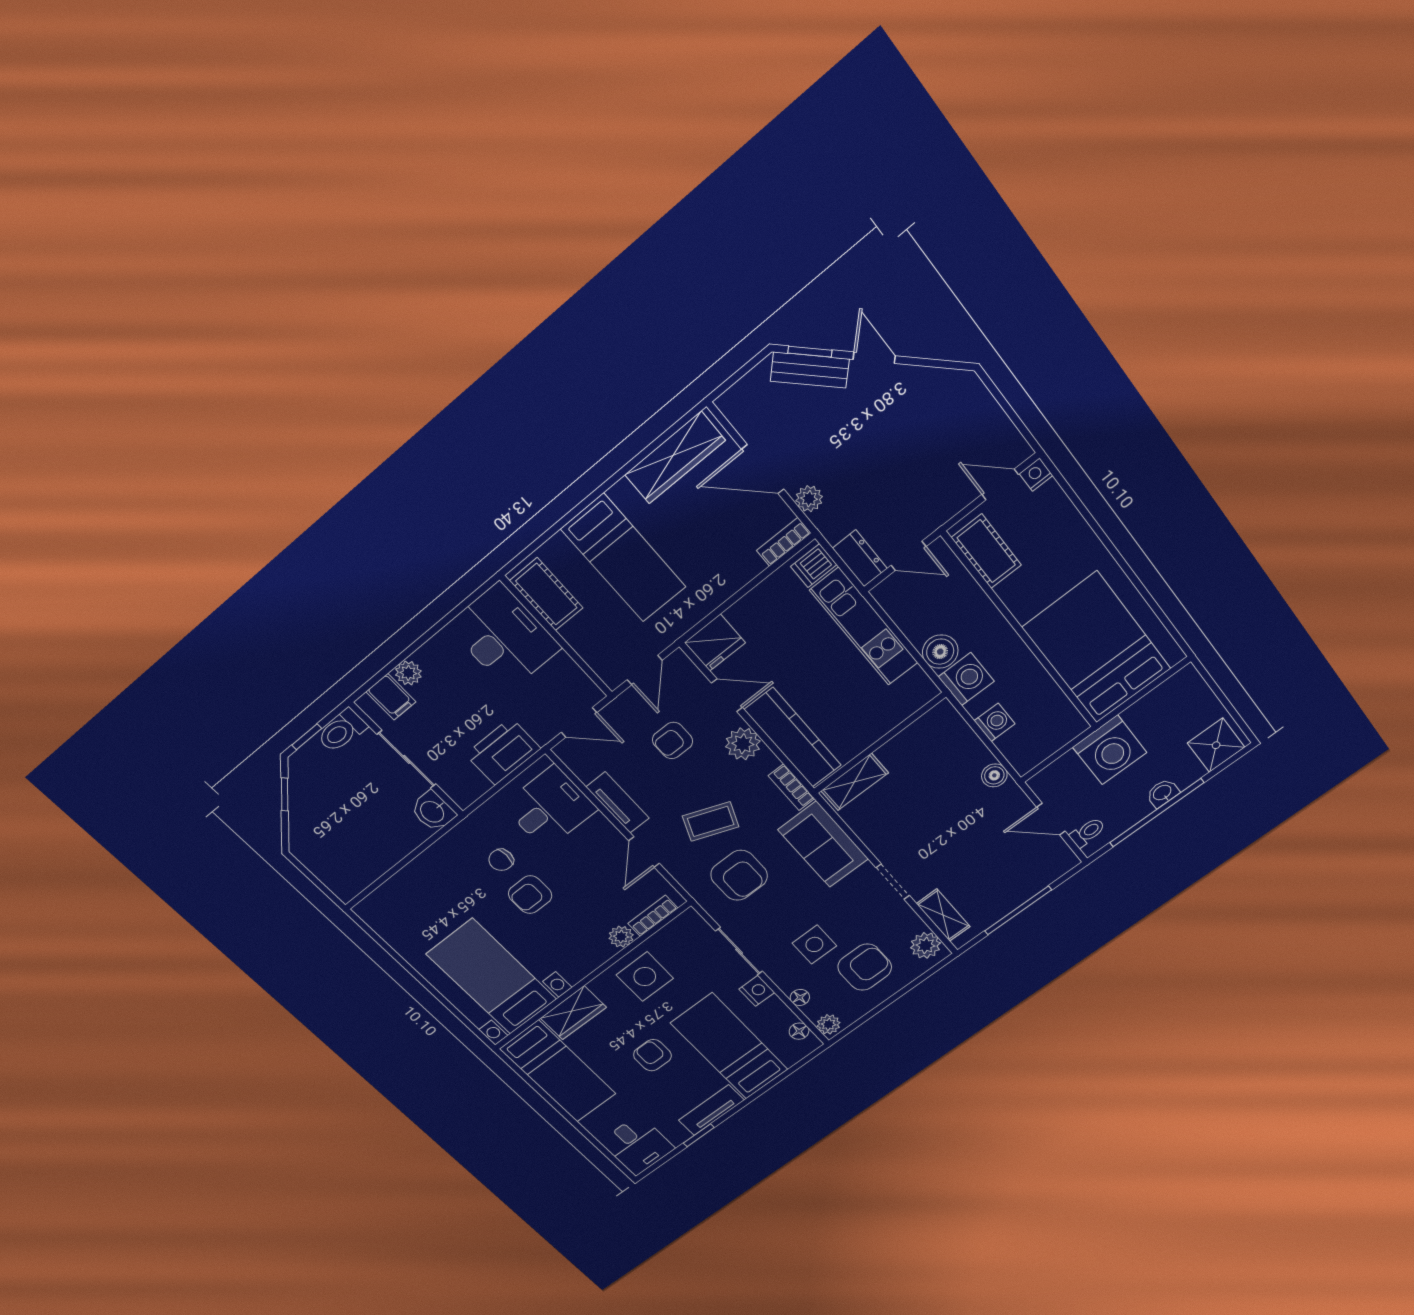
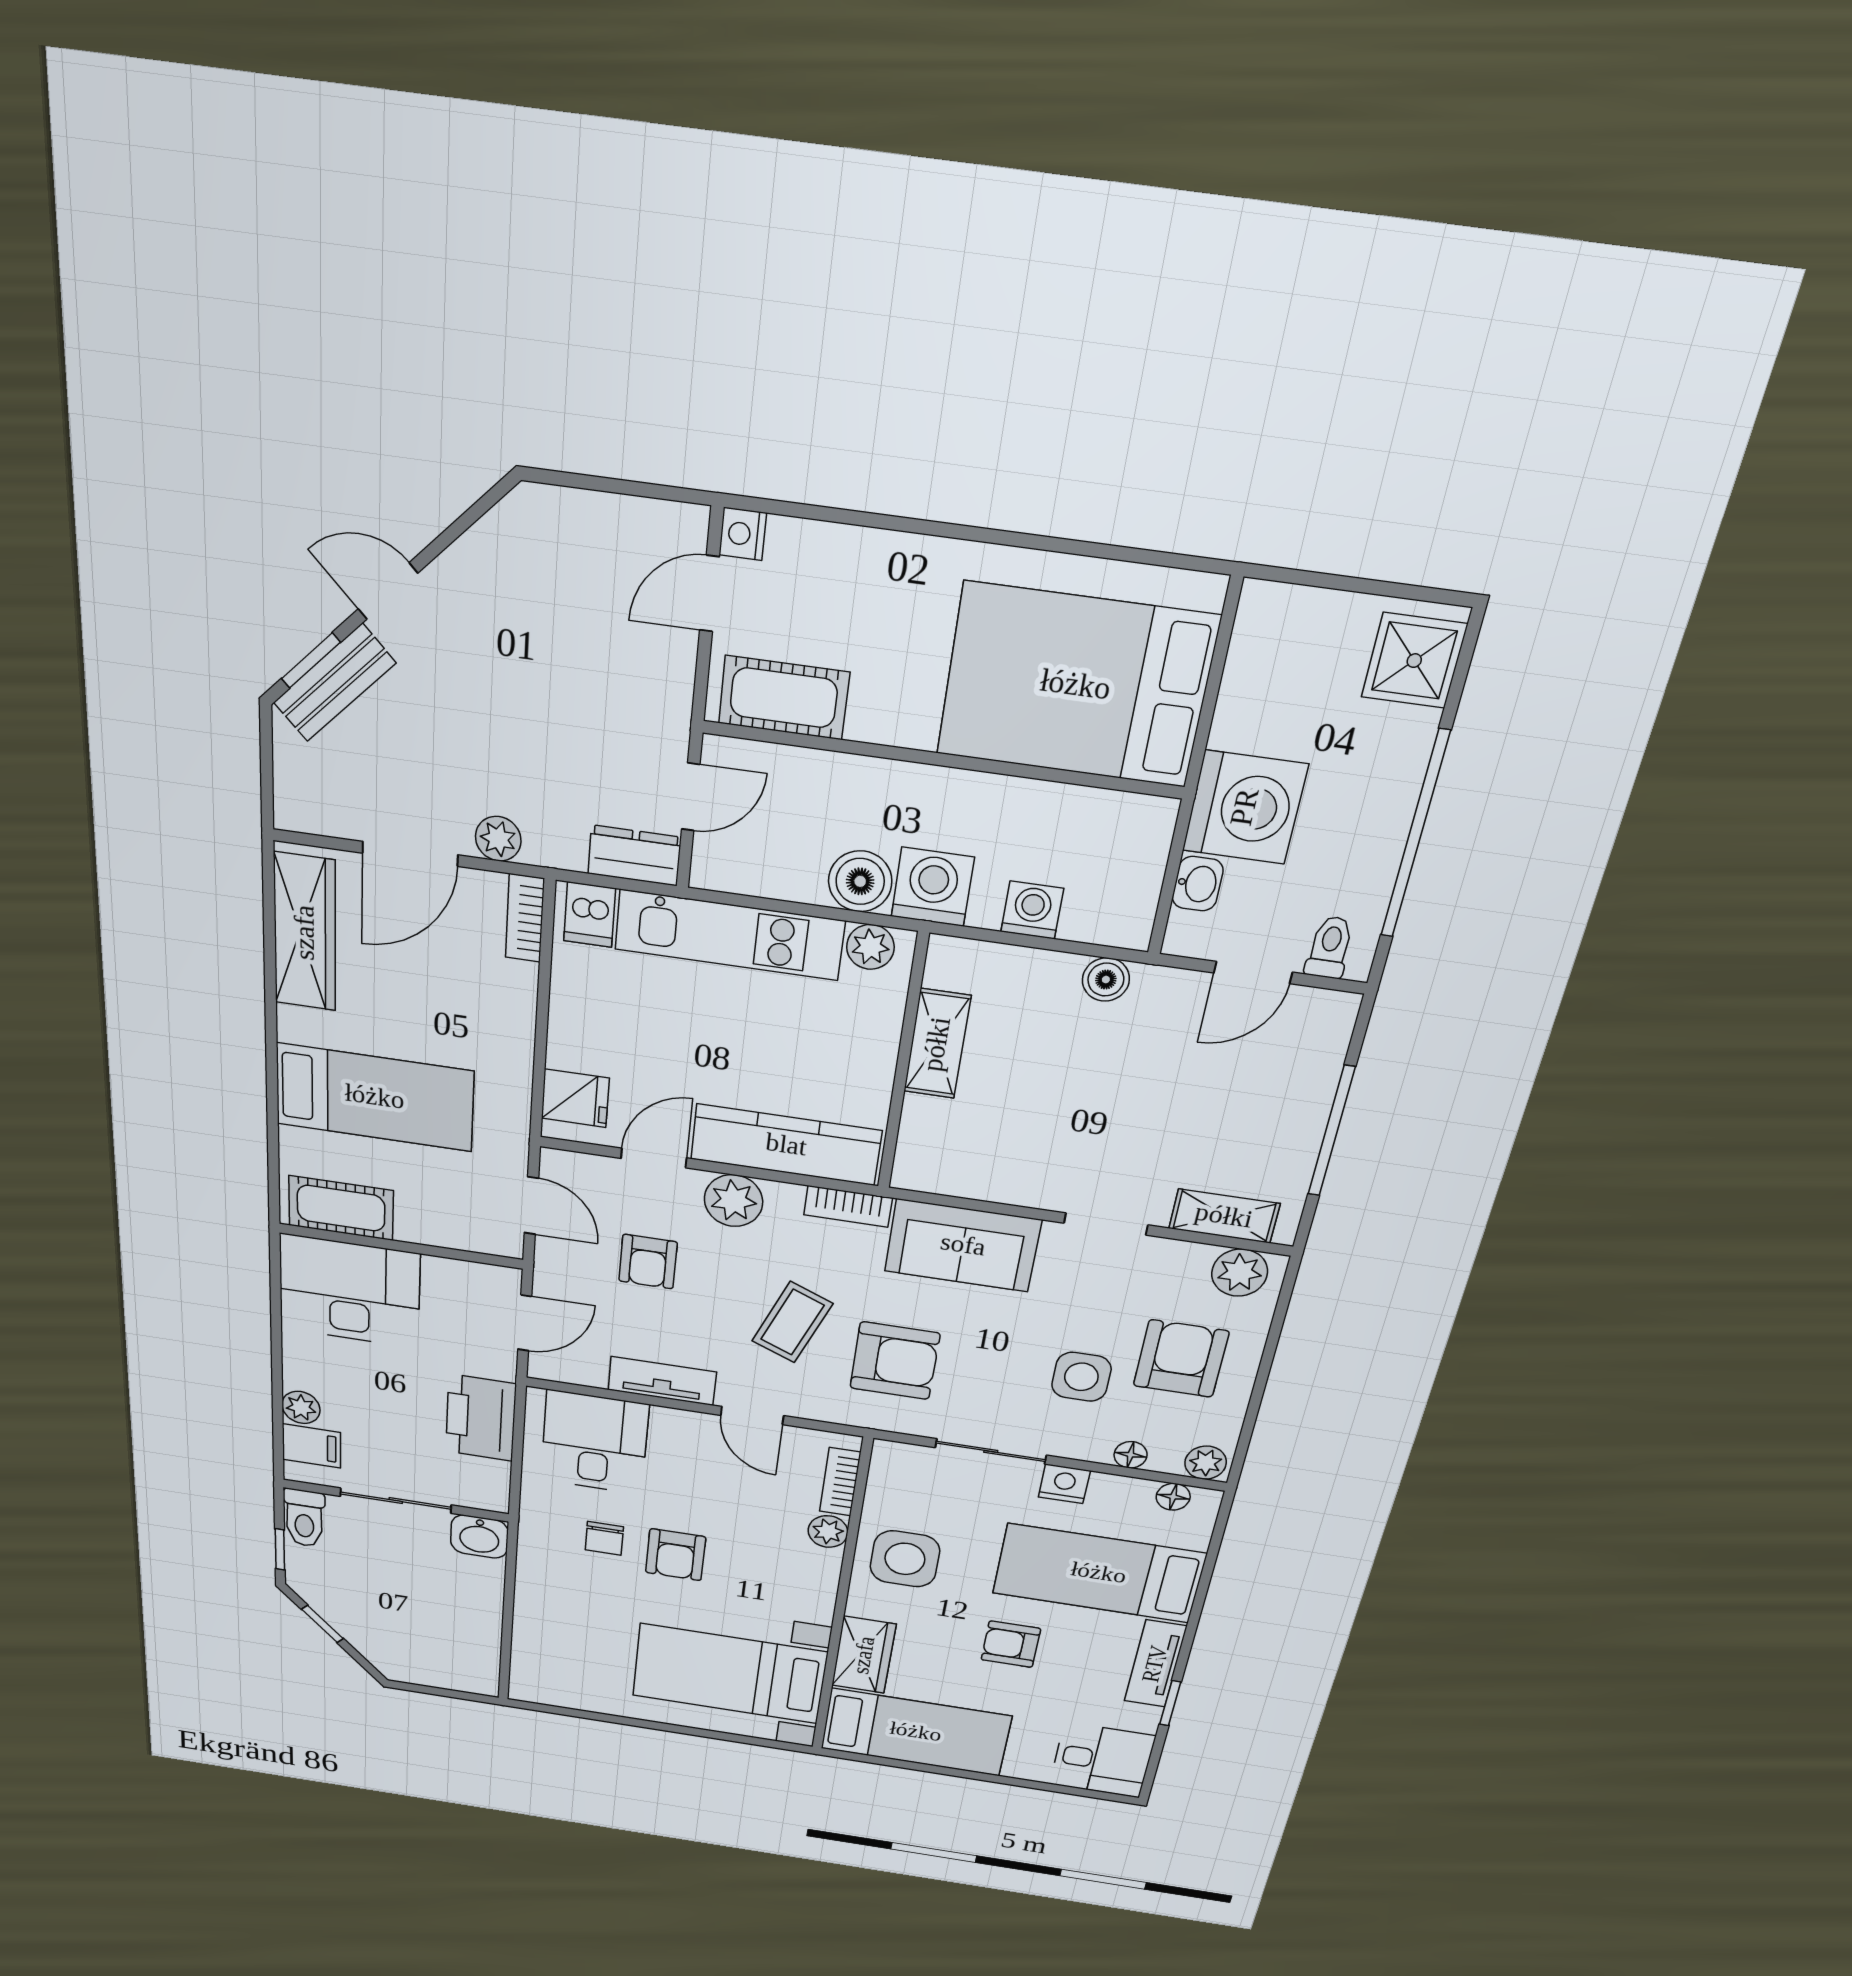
fridge: (715, 643) -> (575, 1098), width x0.72
plant: (917, 682) -> (870, 947), added
shelving: (855, 782) -> (937, 1044), moved
washbasin: (1163, 793) -> (1198, 884), moved, turned 180

